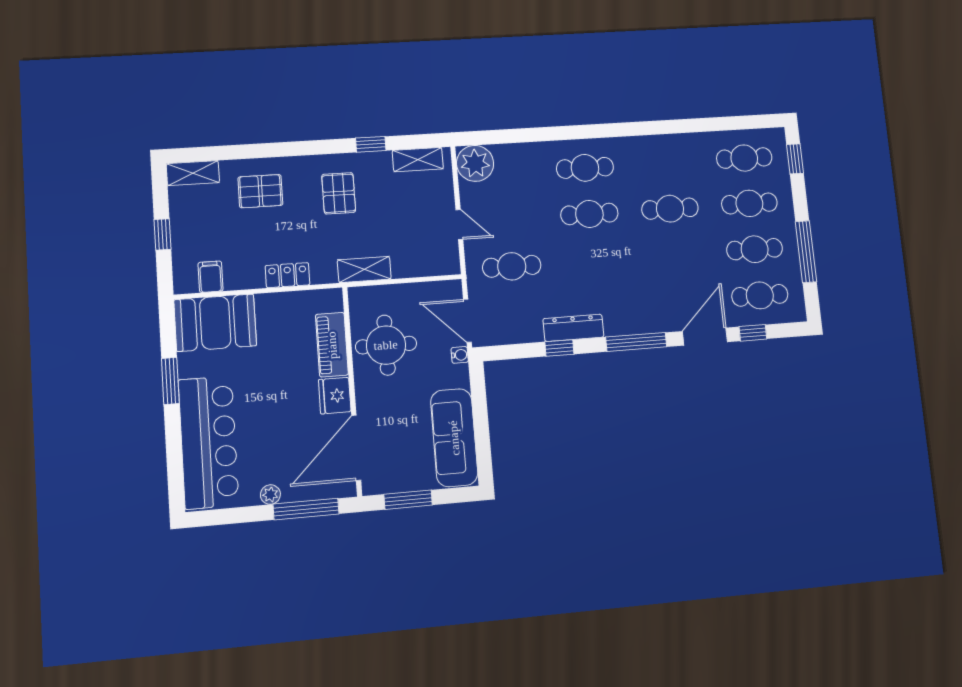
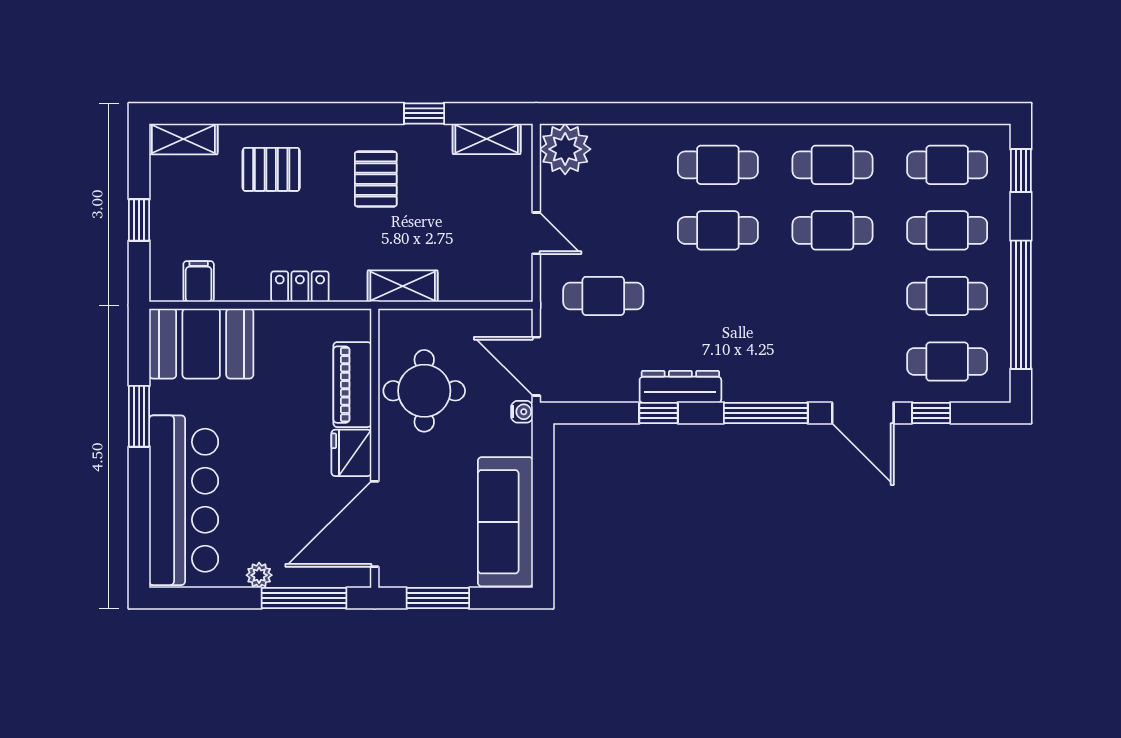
cafe table: (665, 163) -> (833, 165), added
window: (806, 252) -> (1021, 305), width x1.46
door: (705, 337) -> (863, 413), swing flipped

